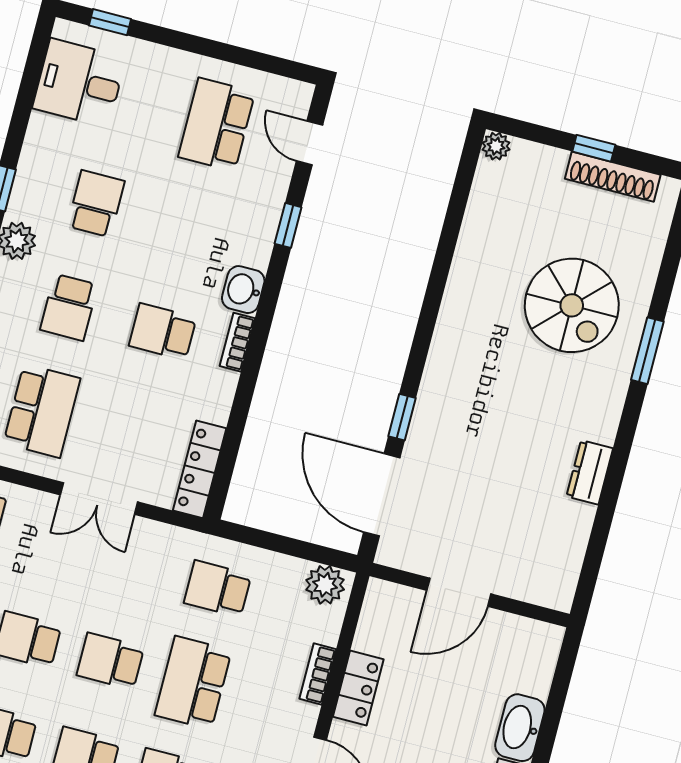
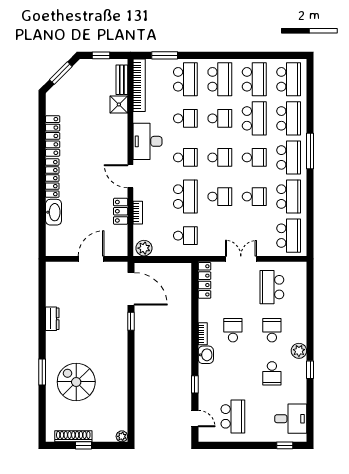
school desk: (163, 332) -> (233, 330), turned -90

